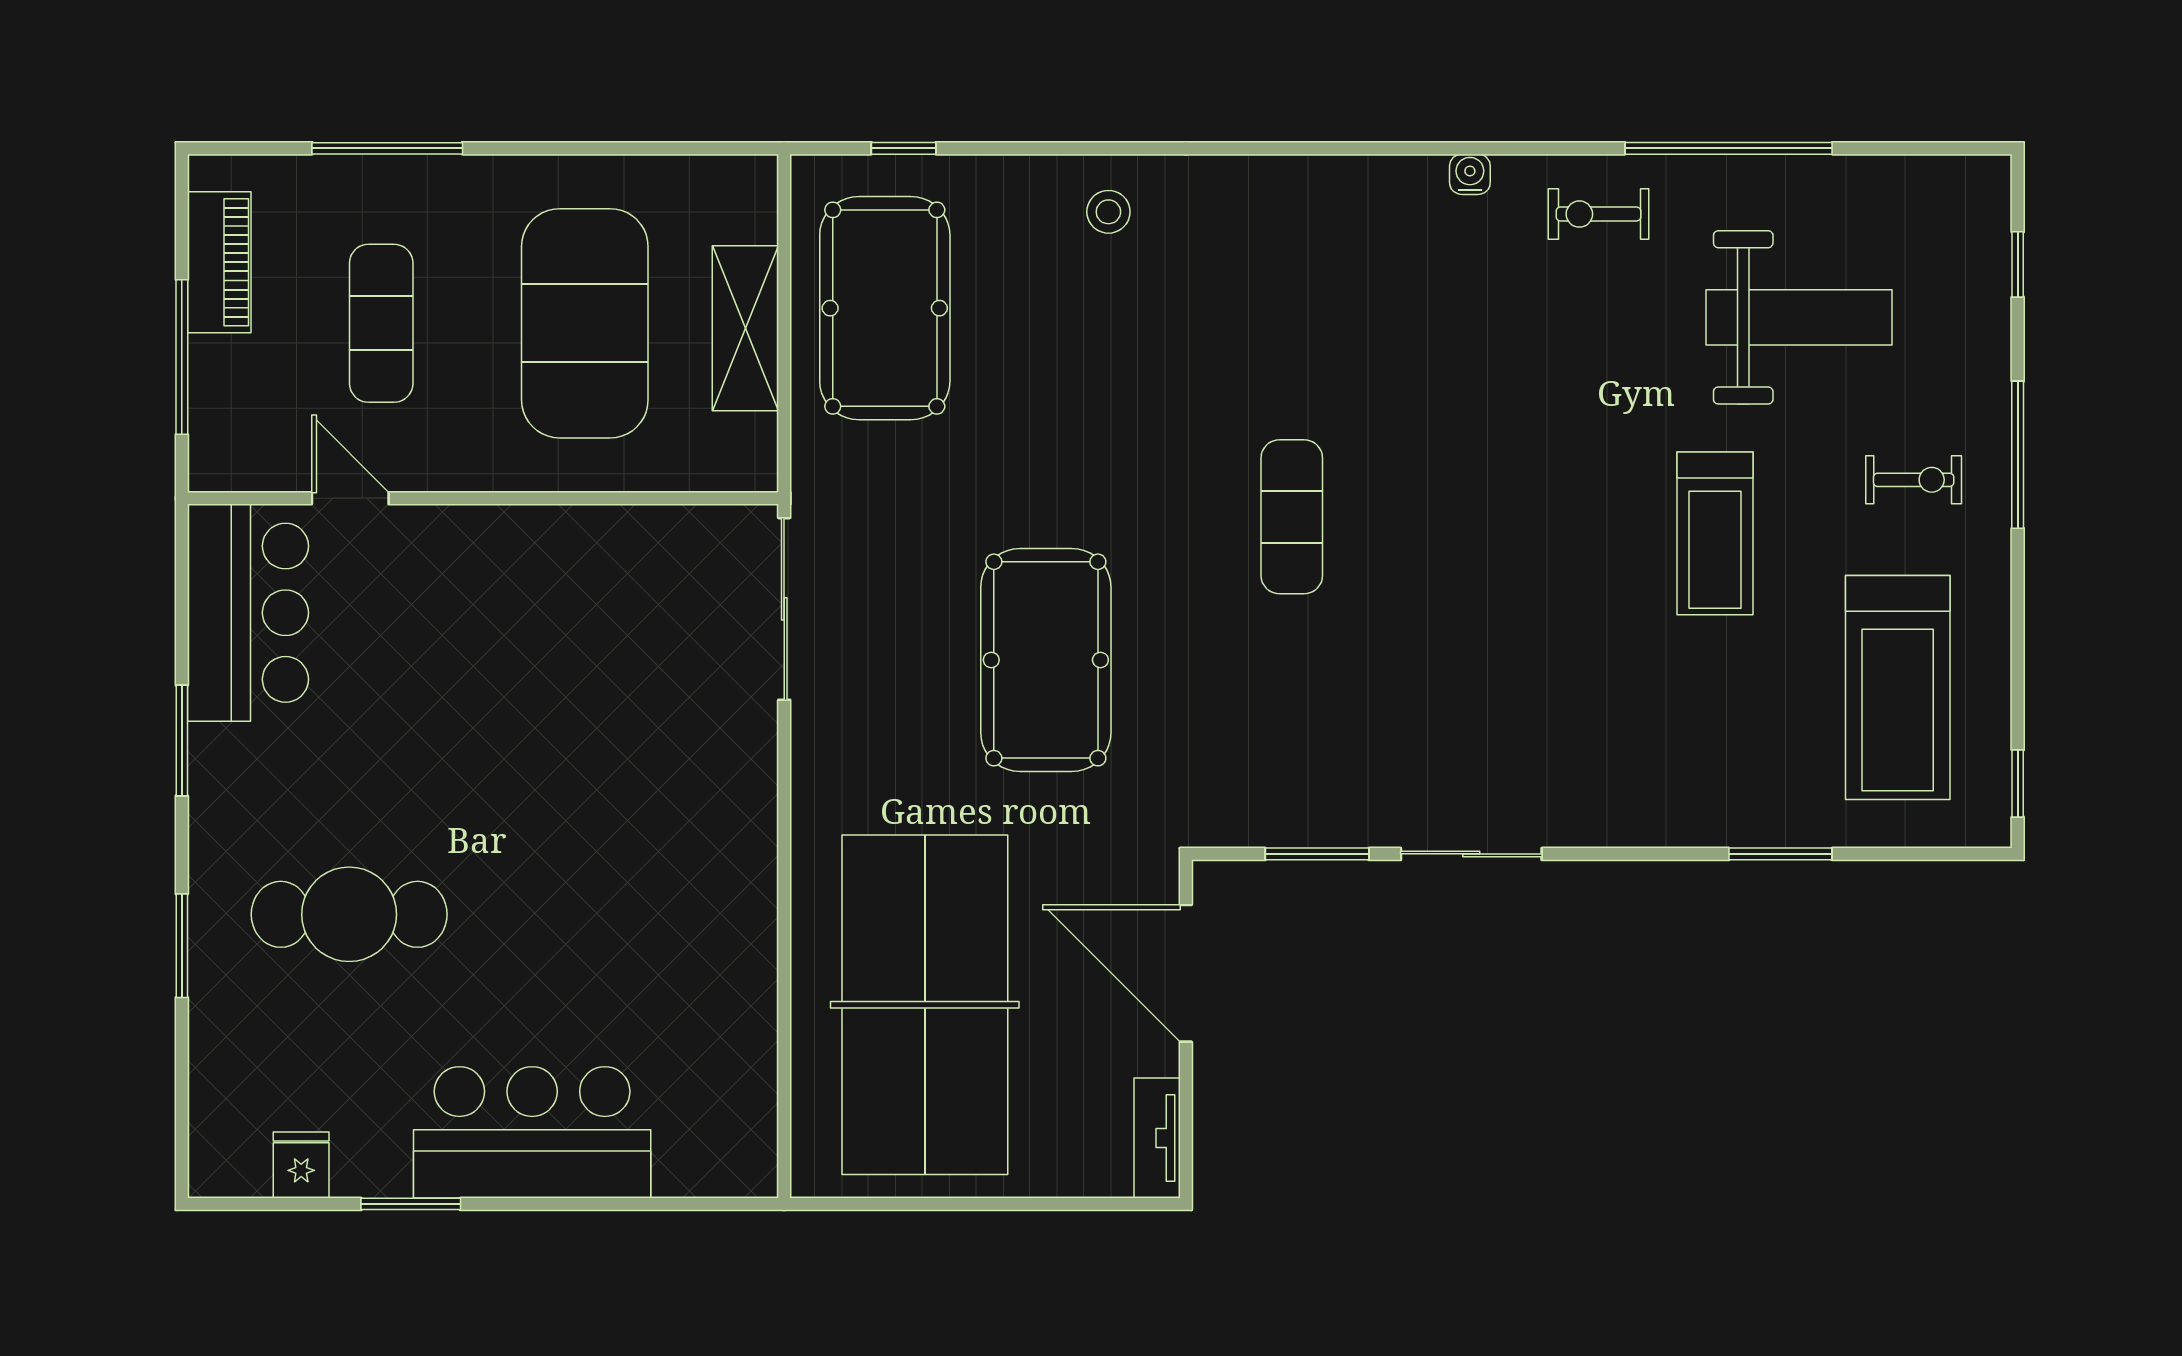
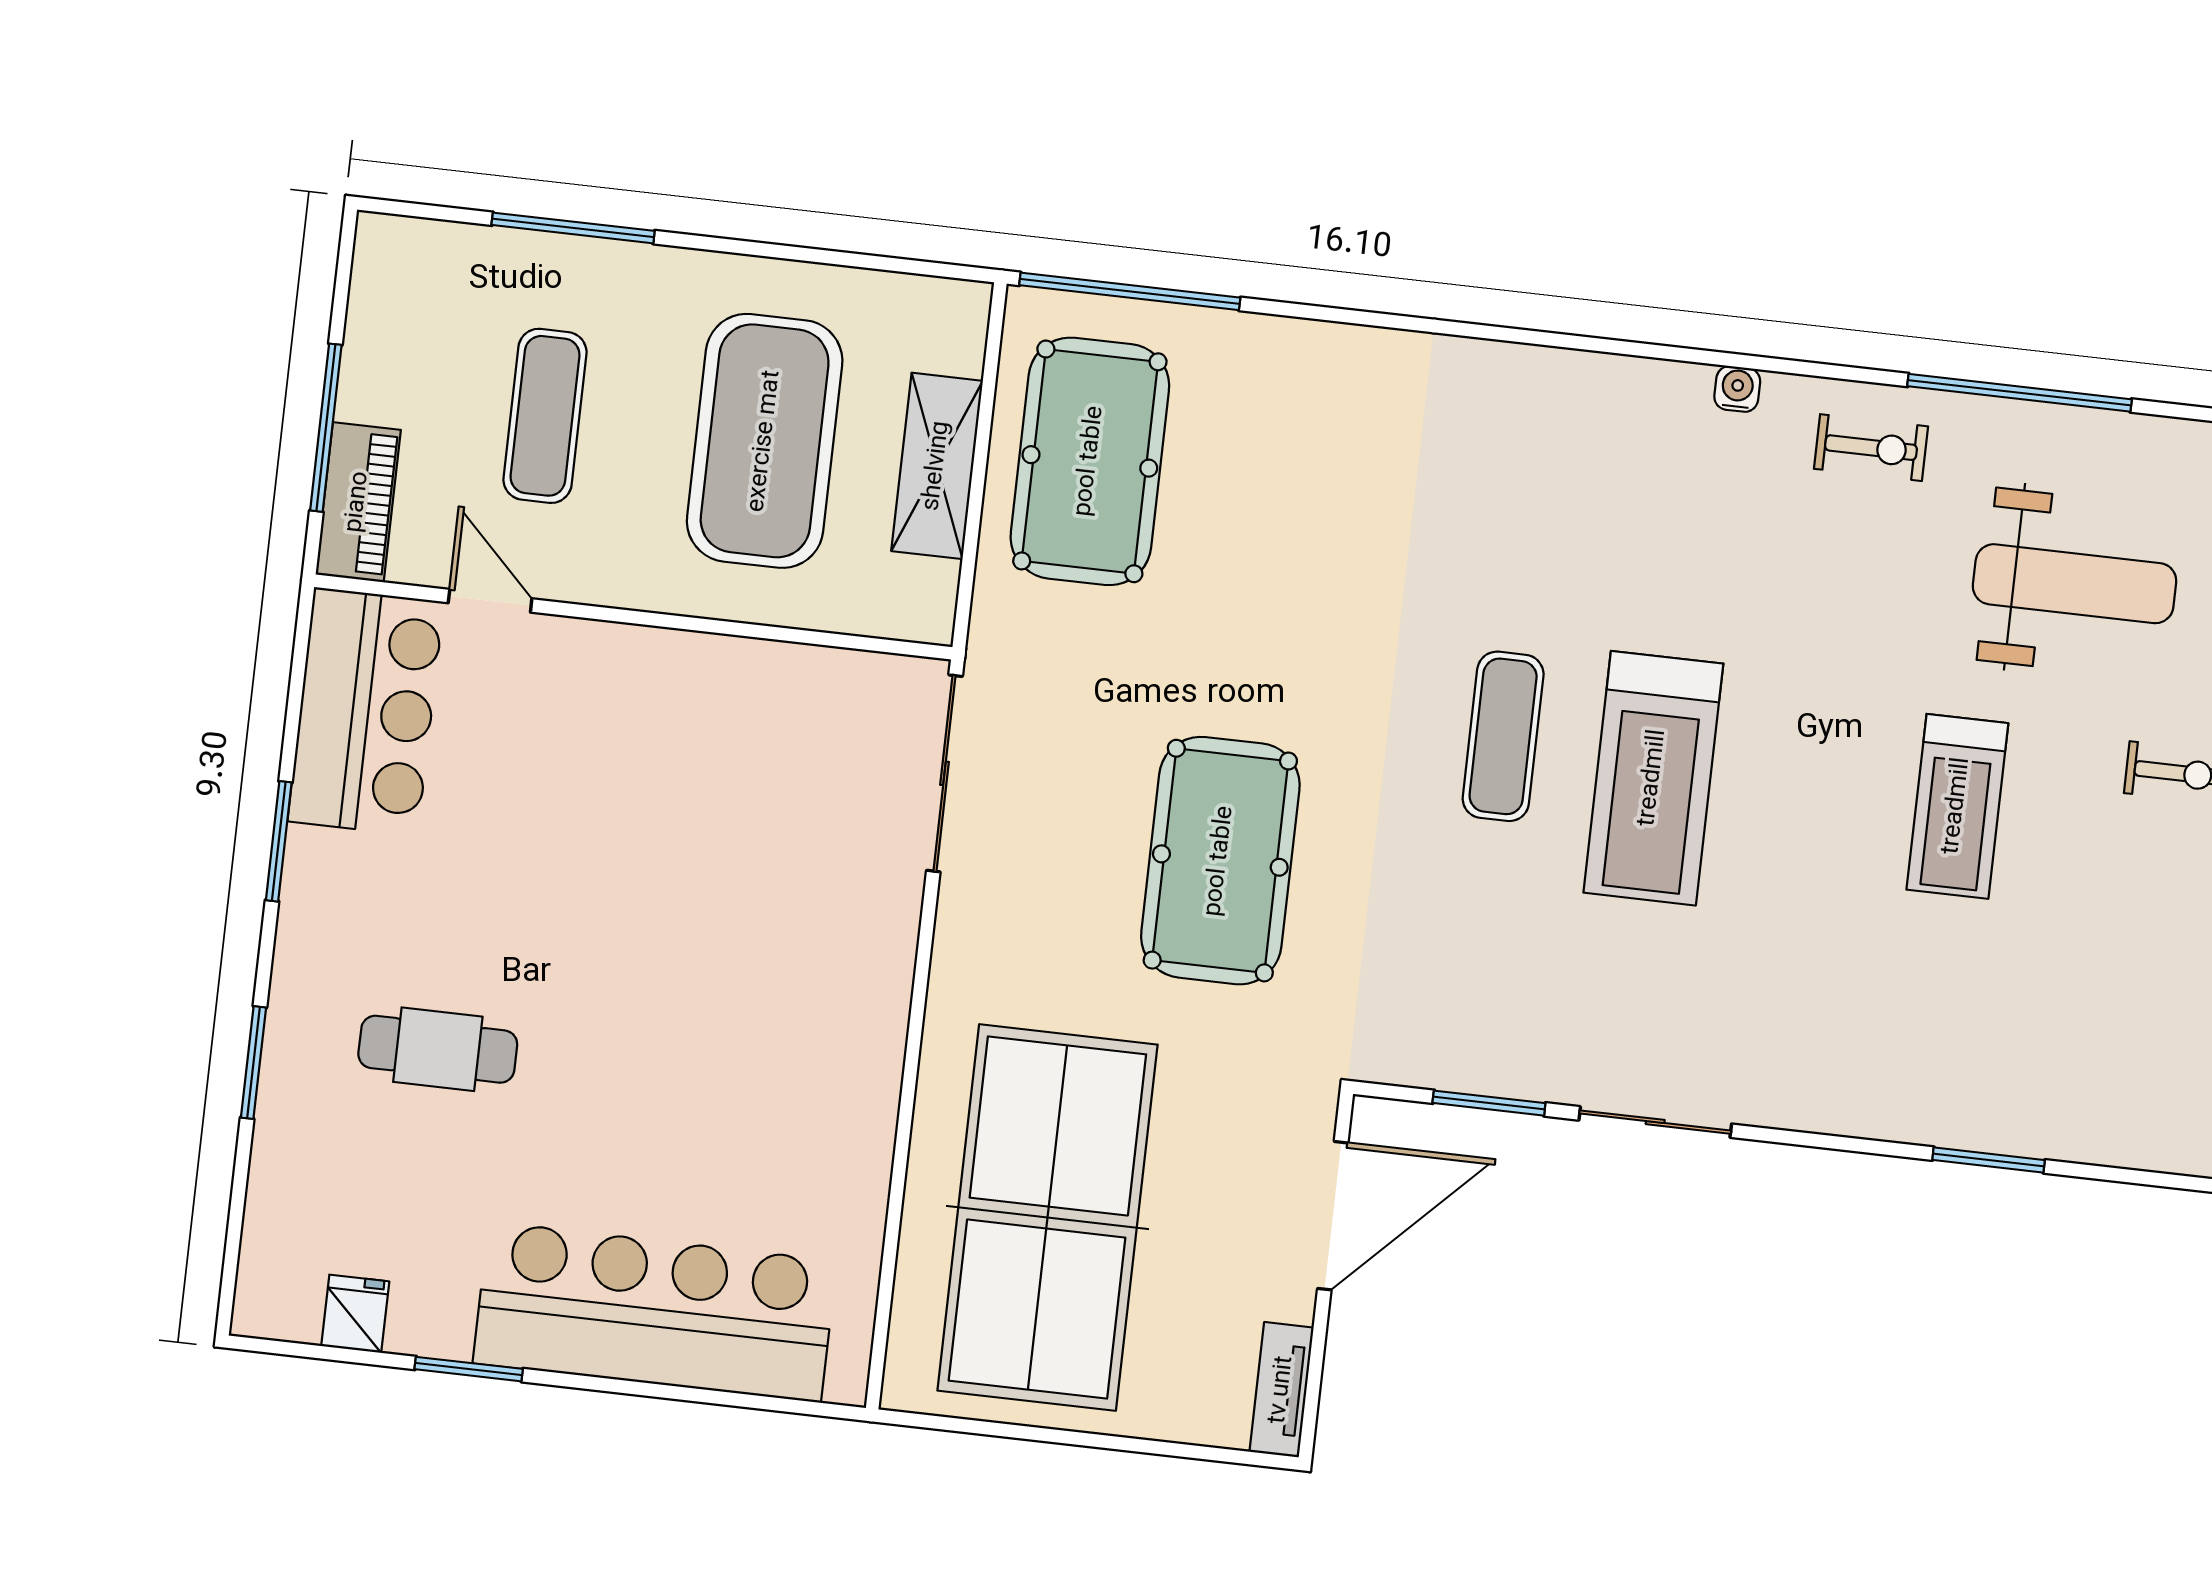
window: (904, 148) -> (1130, 291), width x3.17
stool: (1108, 212) -> (1343, 385), removed
exercise bike: (1598, 214) -> (1871, 448), turned 180
piano: (219, 262) -> (358, 502), moved
treadmill: (1898, 688) -> (1653, 778), moved
cafe table: (349, 914) -> (438, 1049), width x0.73, depth x0.74
door: (1186, 973) -> (1333, 1216), swing flipped
bar counter: (532, 1132) -> (655, 1312), width x1.36

